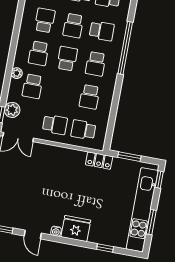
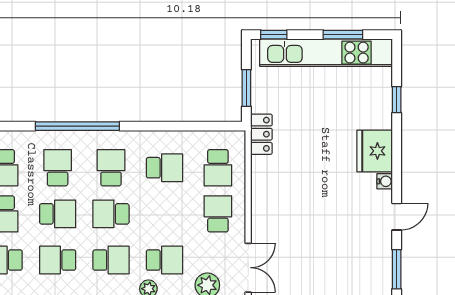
school desk: (96, 64) -> (111, 168), turned -90

